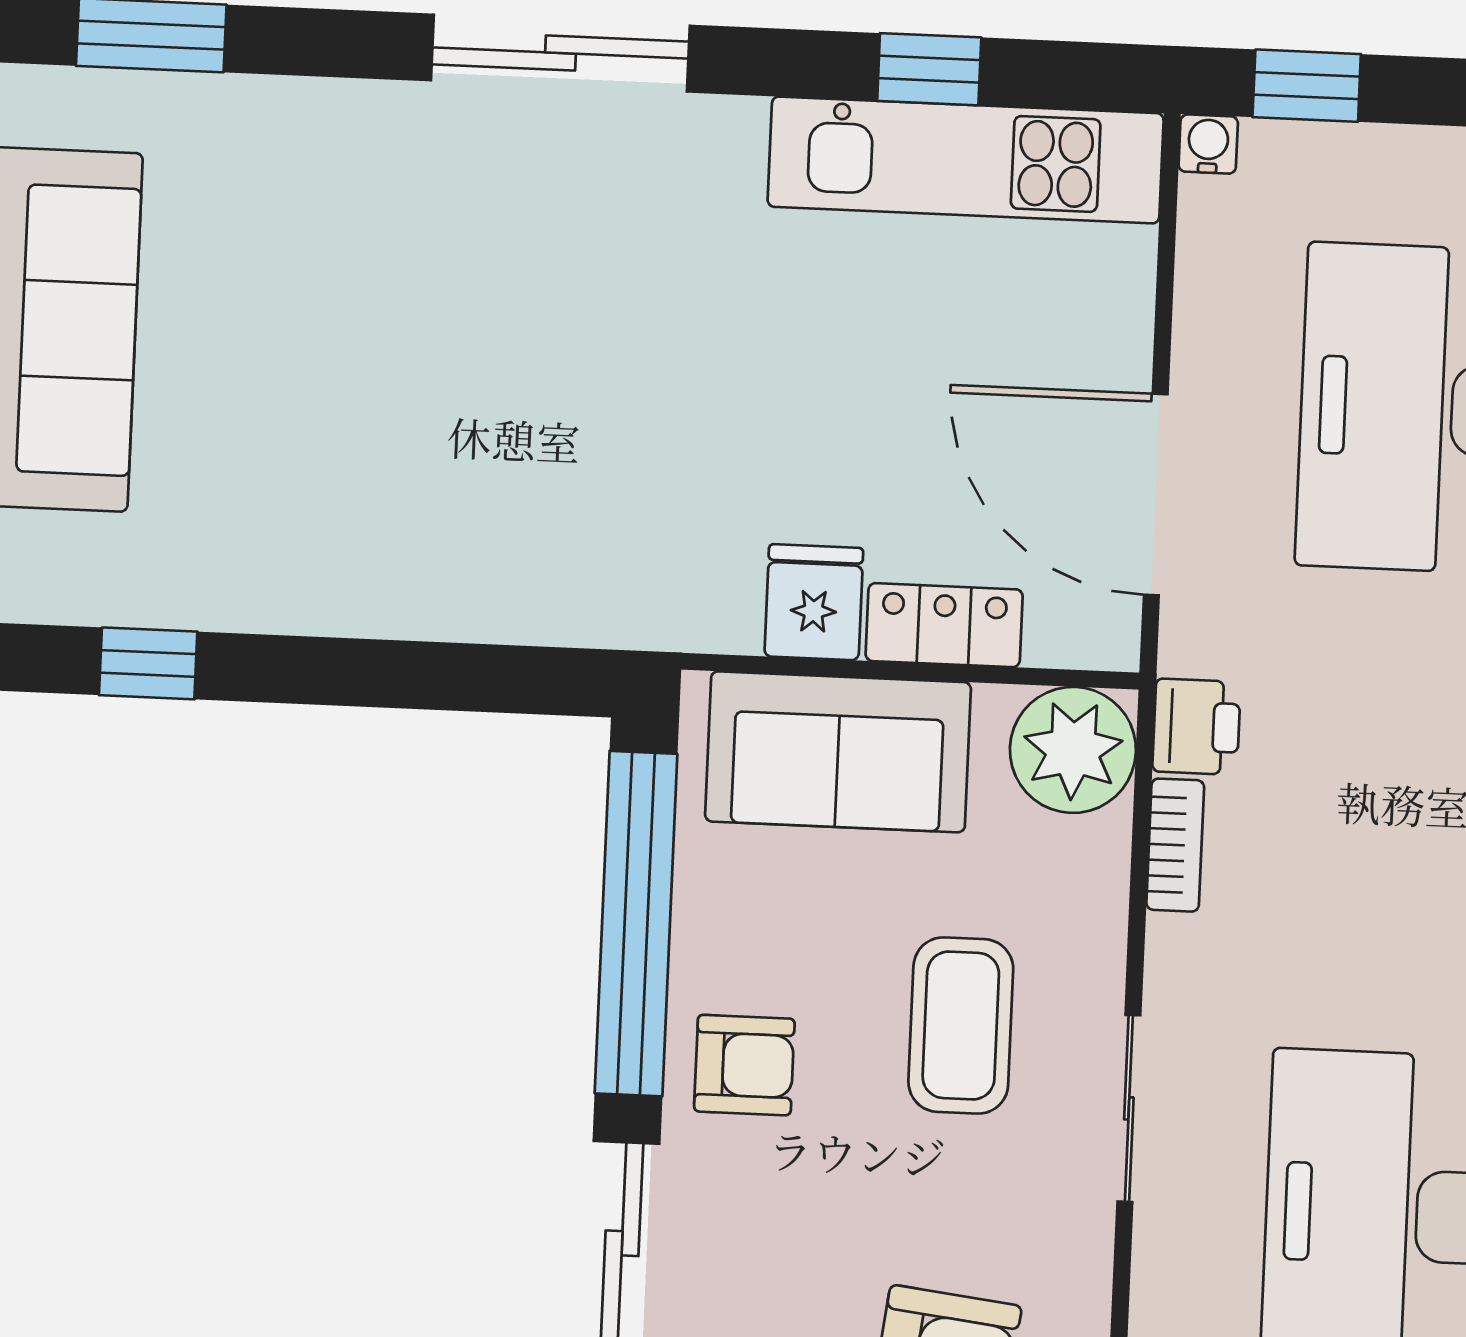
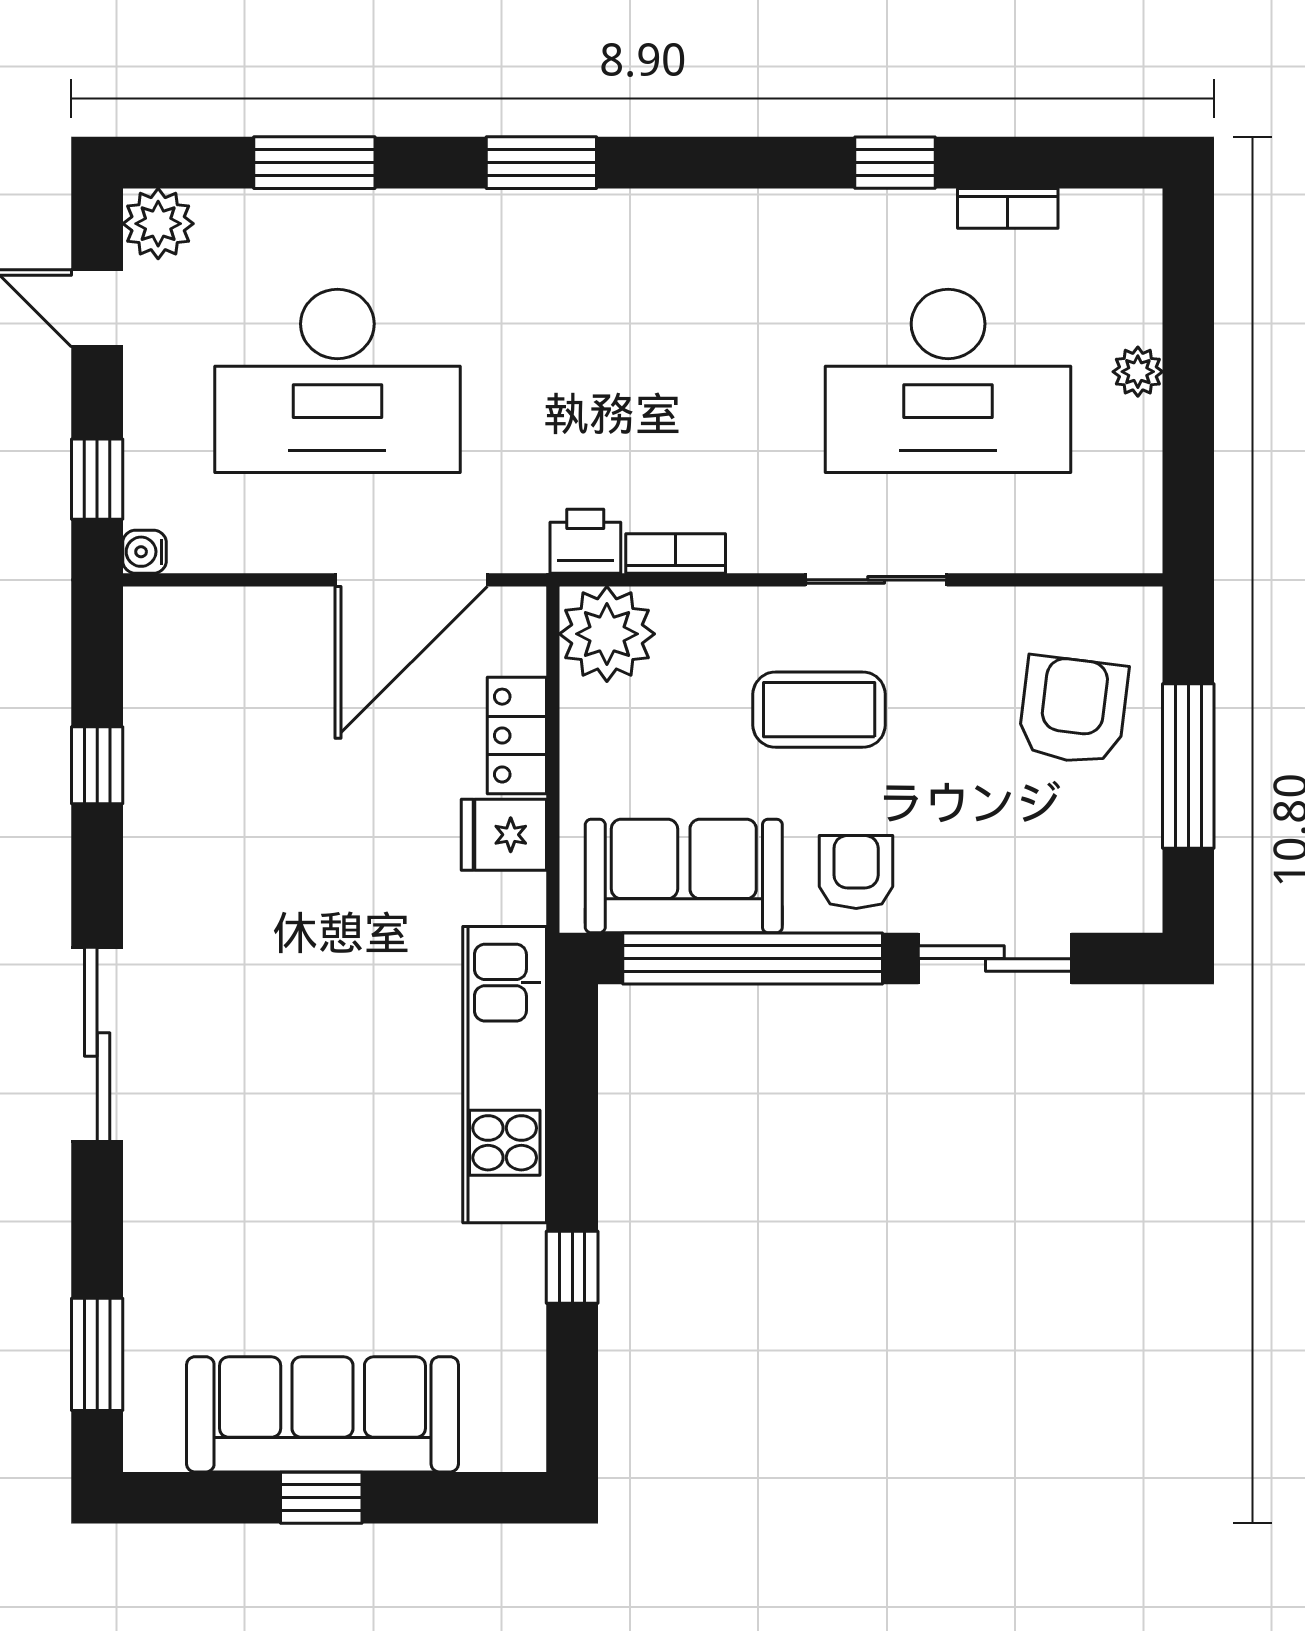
kitchen unit: (966, 160) -> (505, 1075), moved, turned 180
window: (148, 663) -> (572, 1267), moved
sofa: (838, 752) -> (684, 876), moved, turned -90

